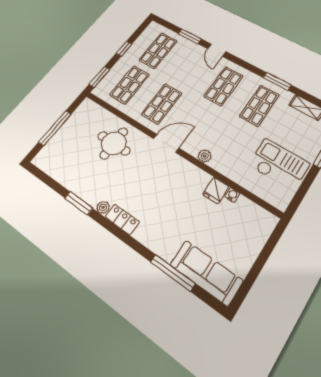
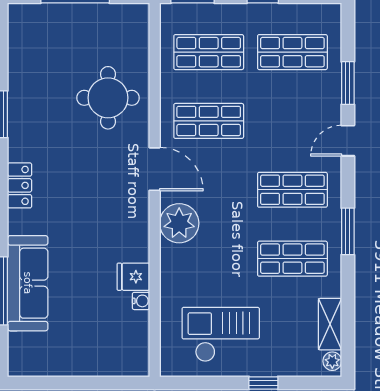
window: (277, 81) -> (348, 231), moved
plant: (205, 156) -> (179, 223), width x1.88, depth x1.88
checkout: (279, 164) -> (221, 334), turned -90
plant: (103, 207) -> (17, 150), removed
sofa: (206, 273) -> (28, 283), moved

